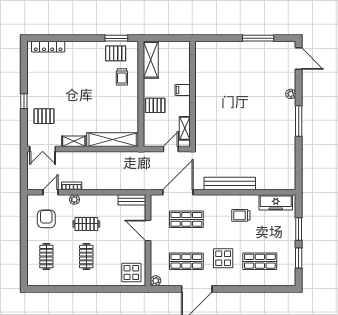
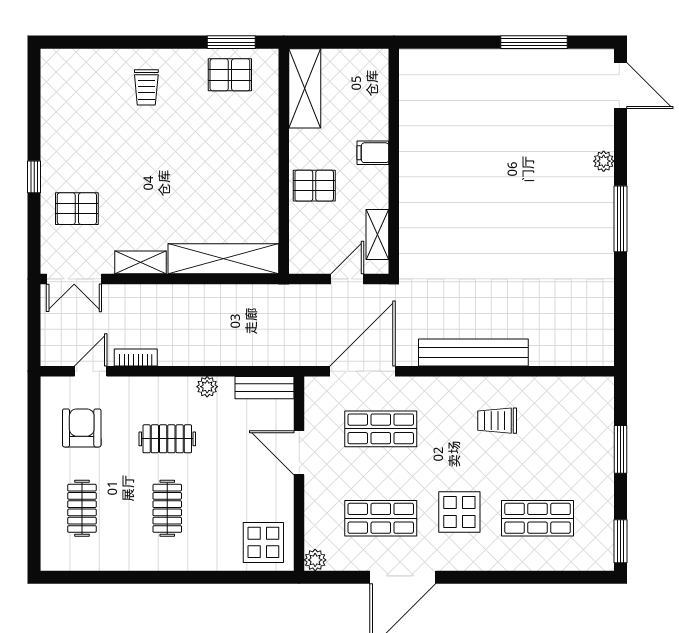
locker: (48, 47) -> (86, 60), removed
trolley: (122, 77) -> (146, 87), moved
plant: (74, 200) -> (207, 387), moved
freezer: (276, 202) -> (572, 393), removed
window: (299, 258) -> (620, 541), moved

